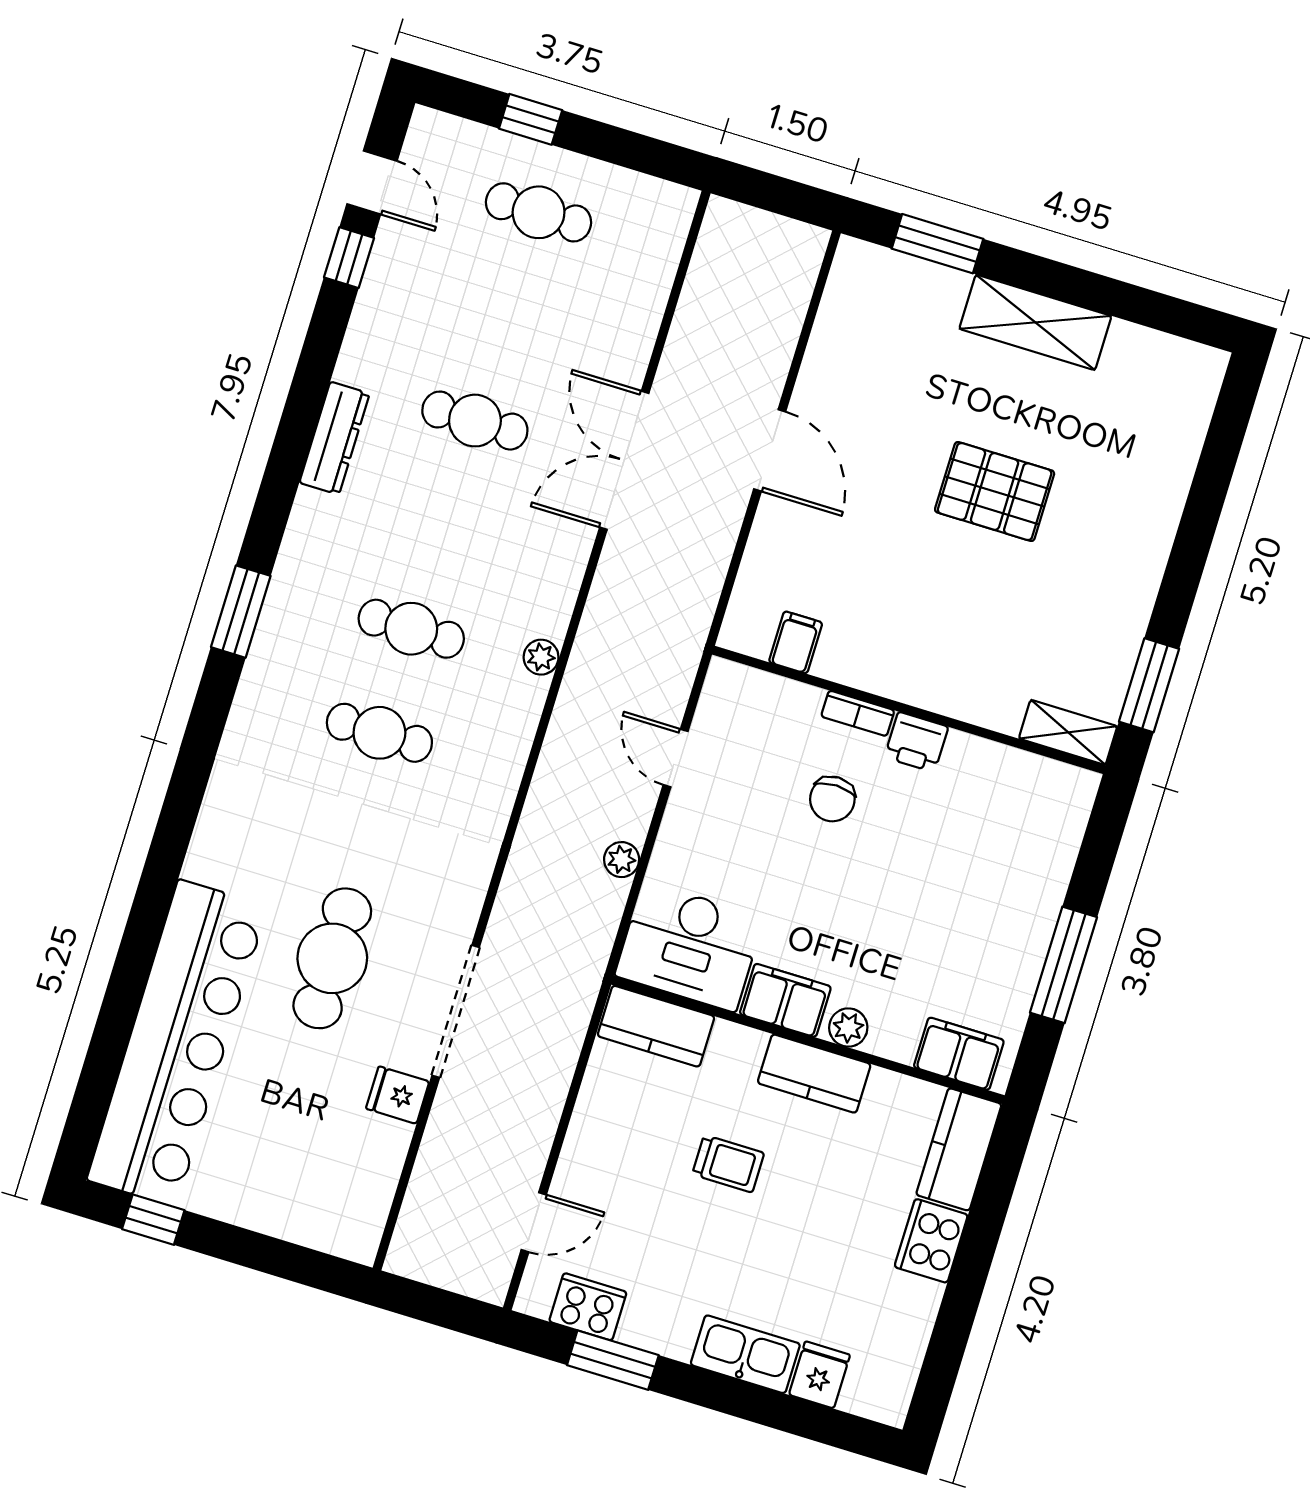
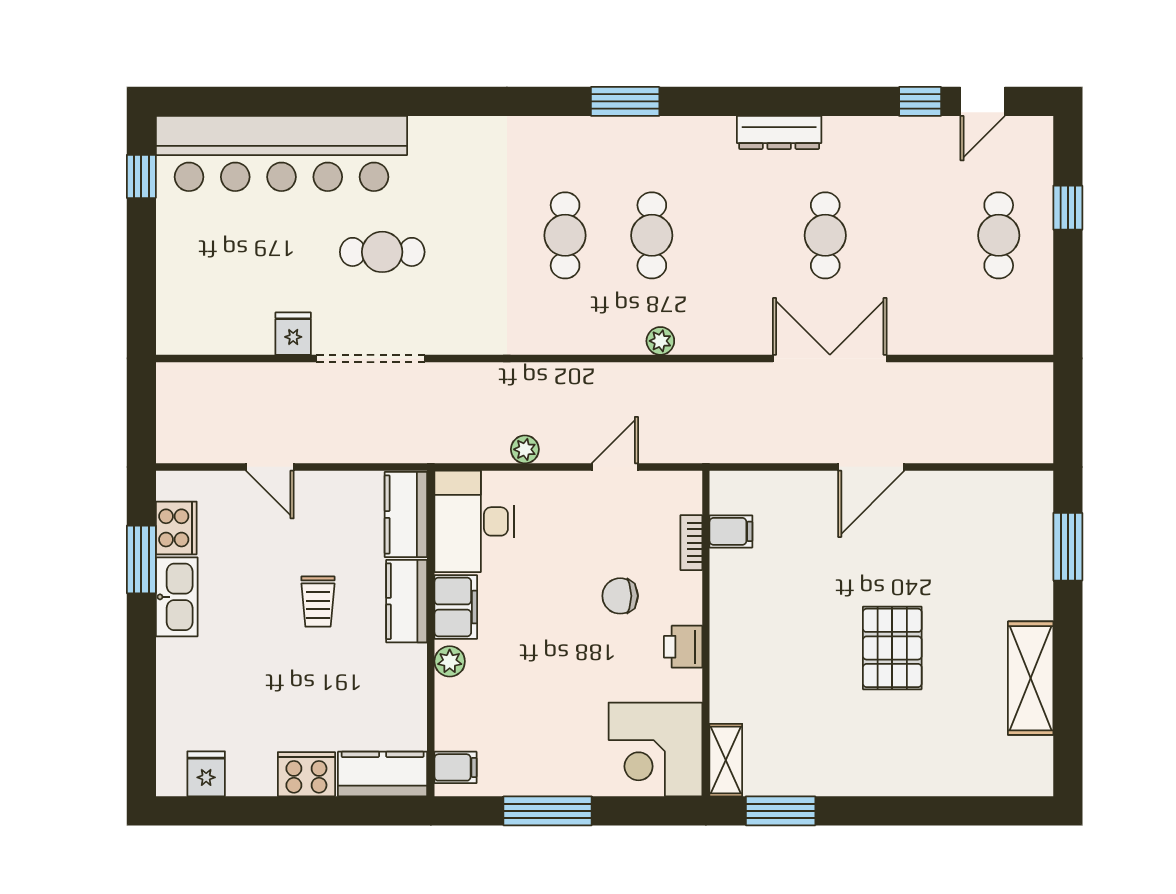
shelving: (1035, 322) -> (1031, 678), moved
bookcase: (858, 713) -> (691, 543), moved
corner desk: (1030, 813) -> (655, 749), added
cafe table: (332, 958) -> (382, 252), width x0.73, depth x0.74
filing cabinet: (959, 1054) -> (456, 767), width x0.50
kitchen counter: (814, 1074) -> (407, 601), moved
door: (534, 1222) -> (270, 467), moved
kitchen sink: (745, 1354) -> (177, 597), moved
fridge: (819, 1375) -> (206, 774), moved, turned -90

